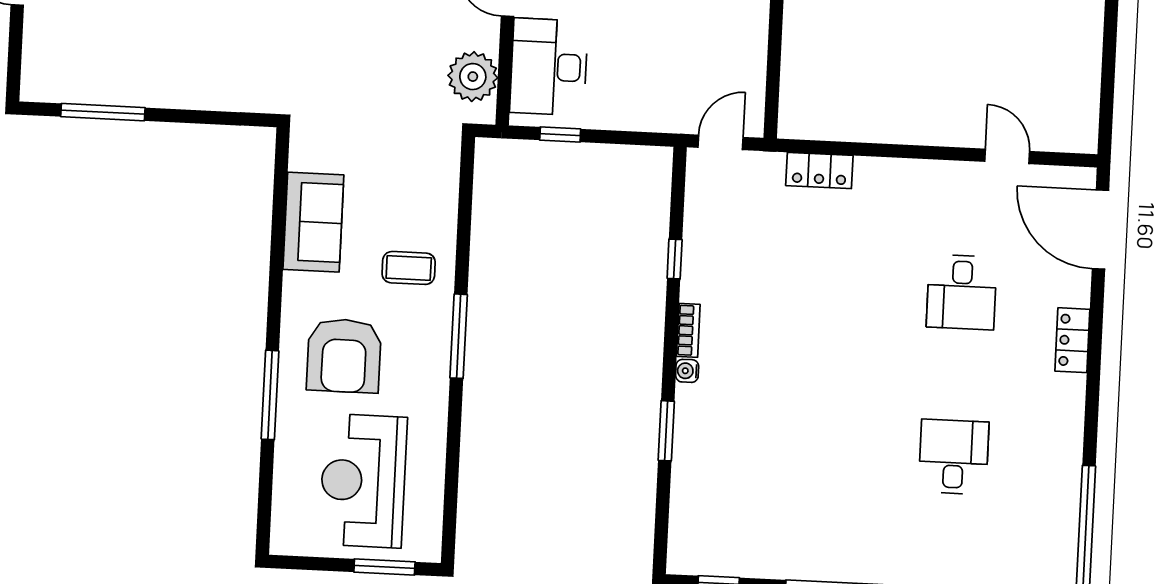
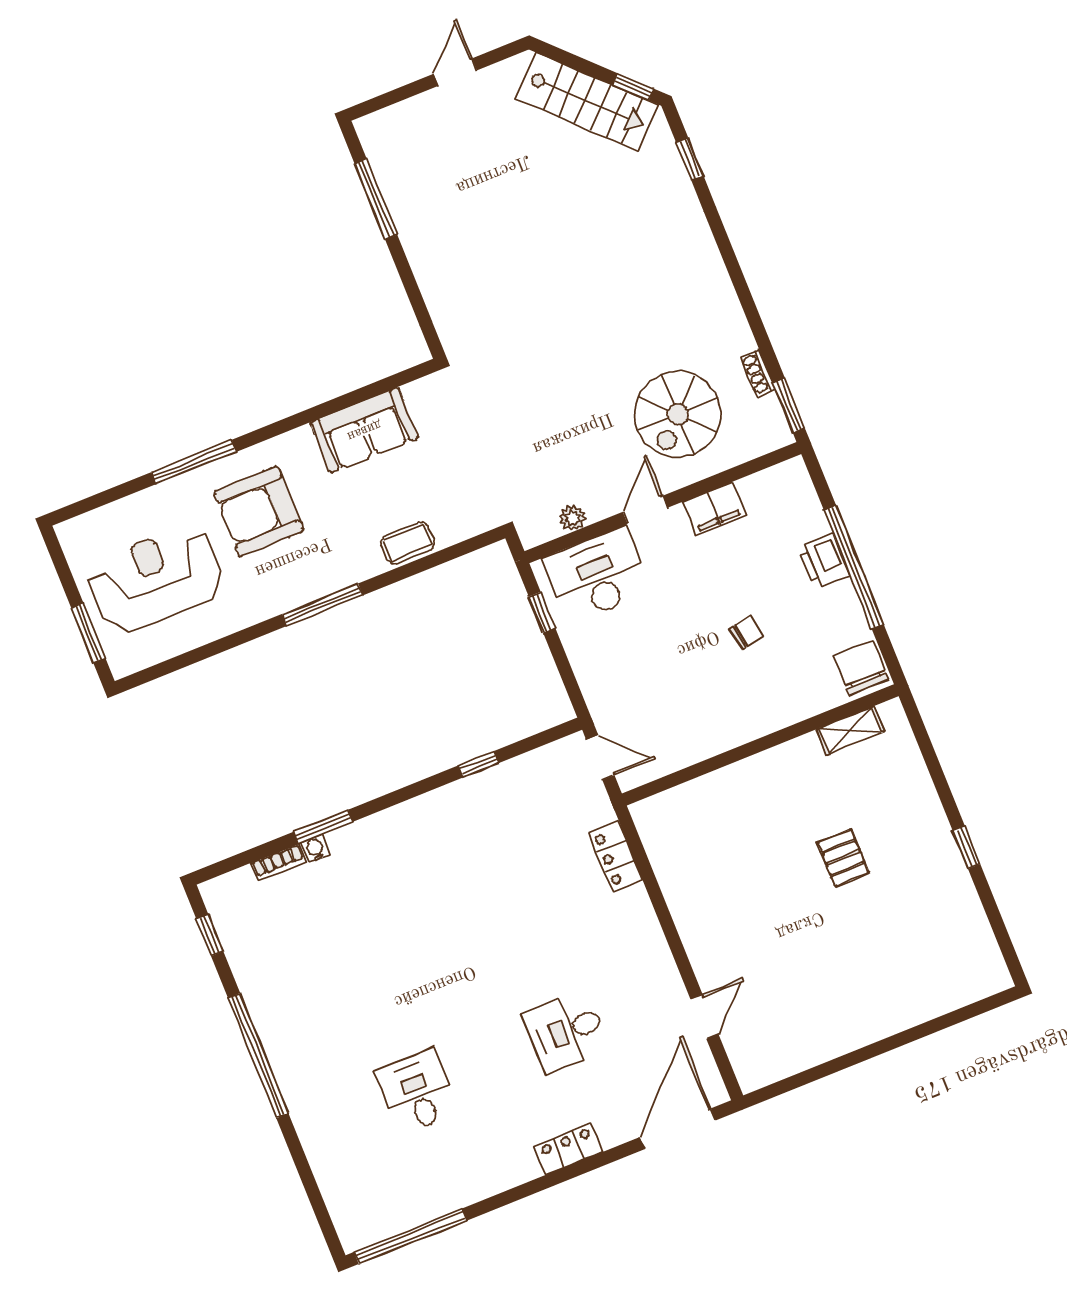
plant: (473, 77) -> (573, 518), width x0.53, depth x0.53
coffee table: (409, 268) -> (407, 543), moved, turned 90
bookcase: (688, 330) -> (279, 863), moved
water cooler: (687, 371) -> (315, 849), moved
desk: (954, 457) -> (417, 1091), turned -90

